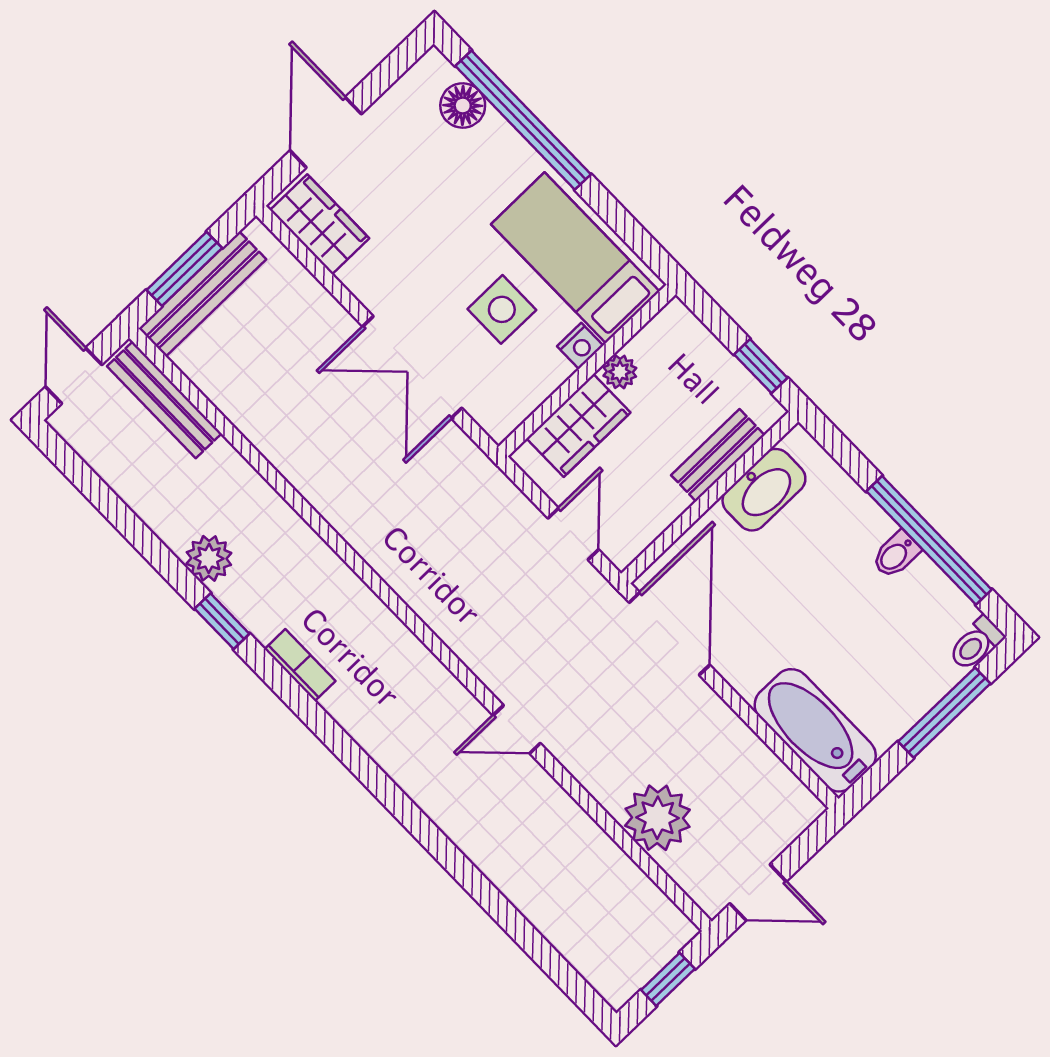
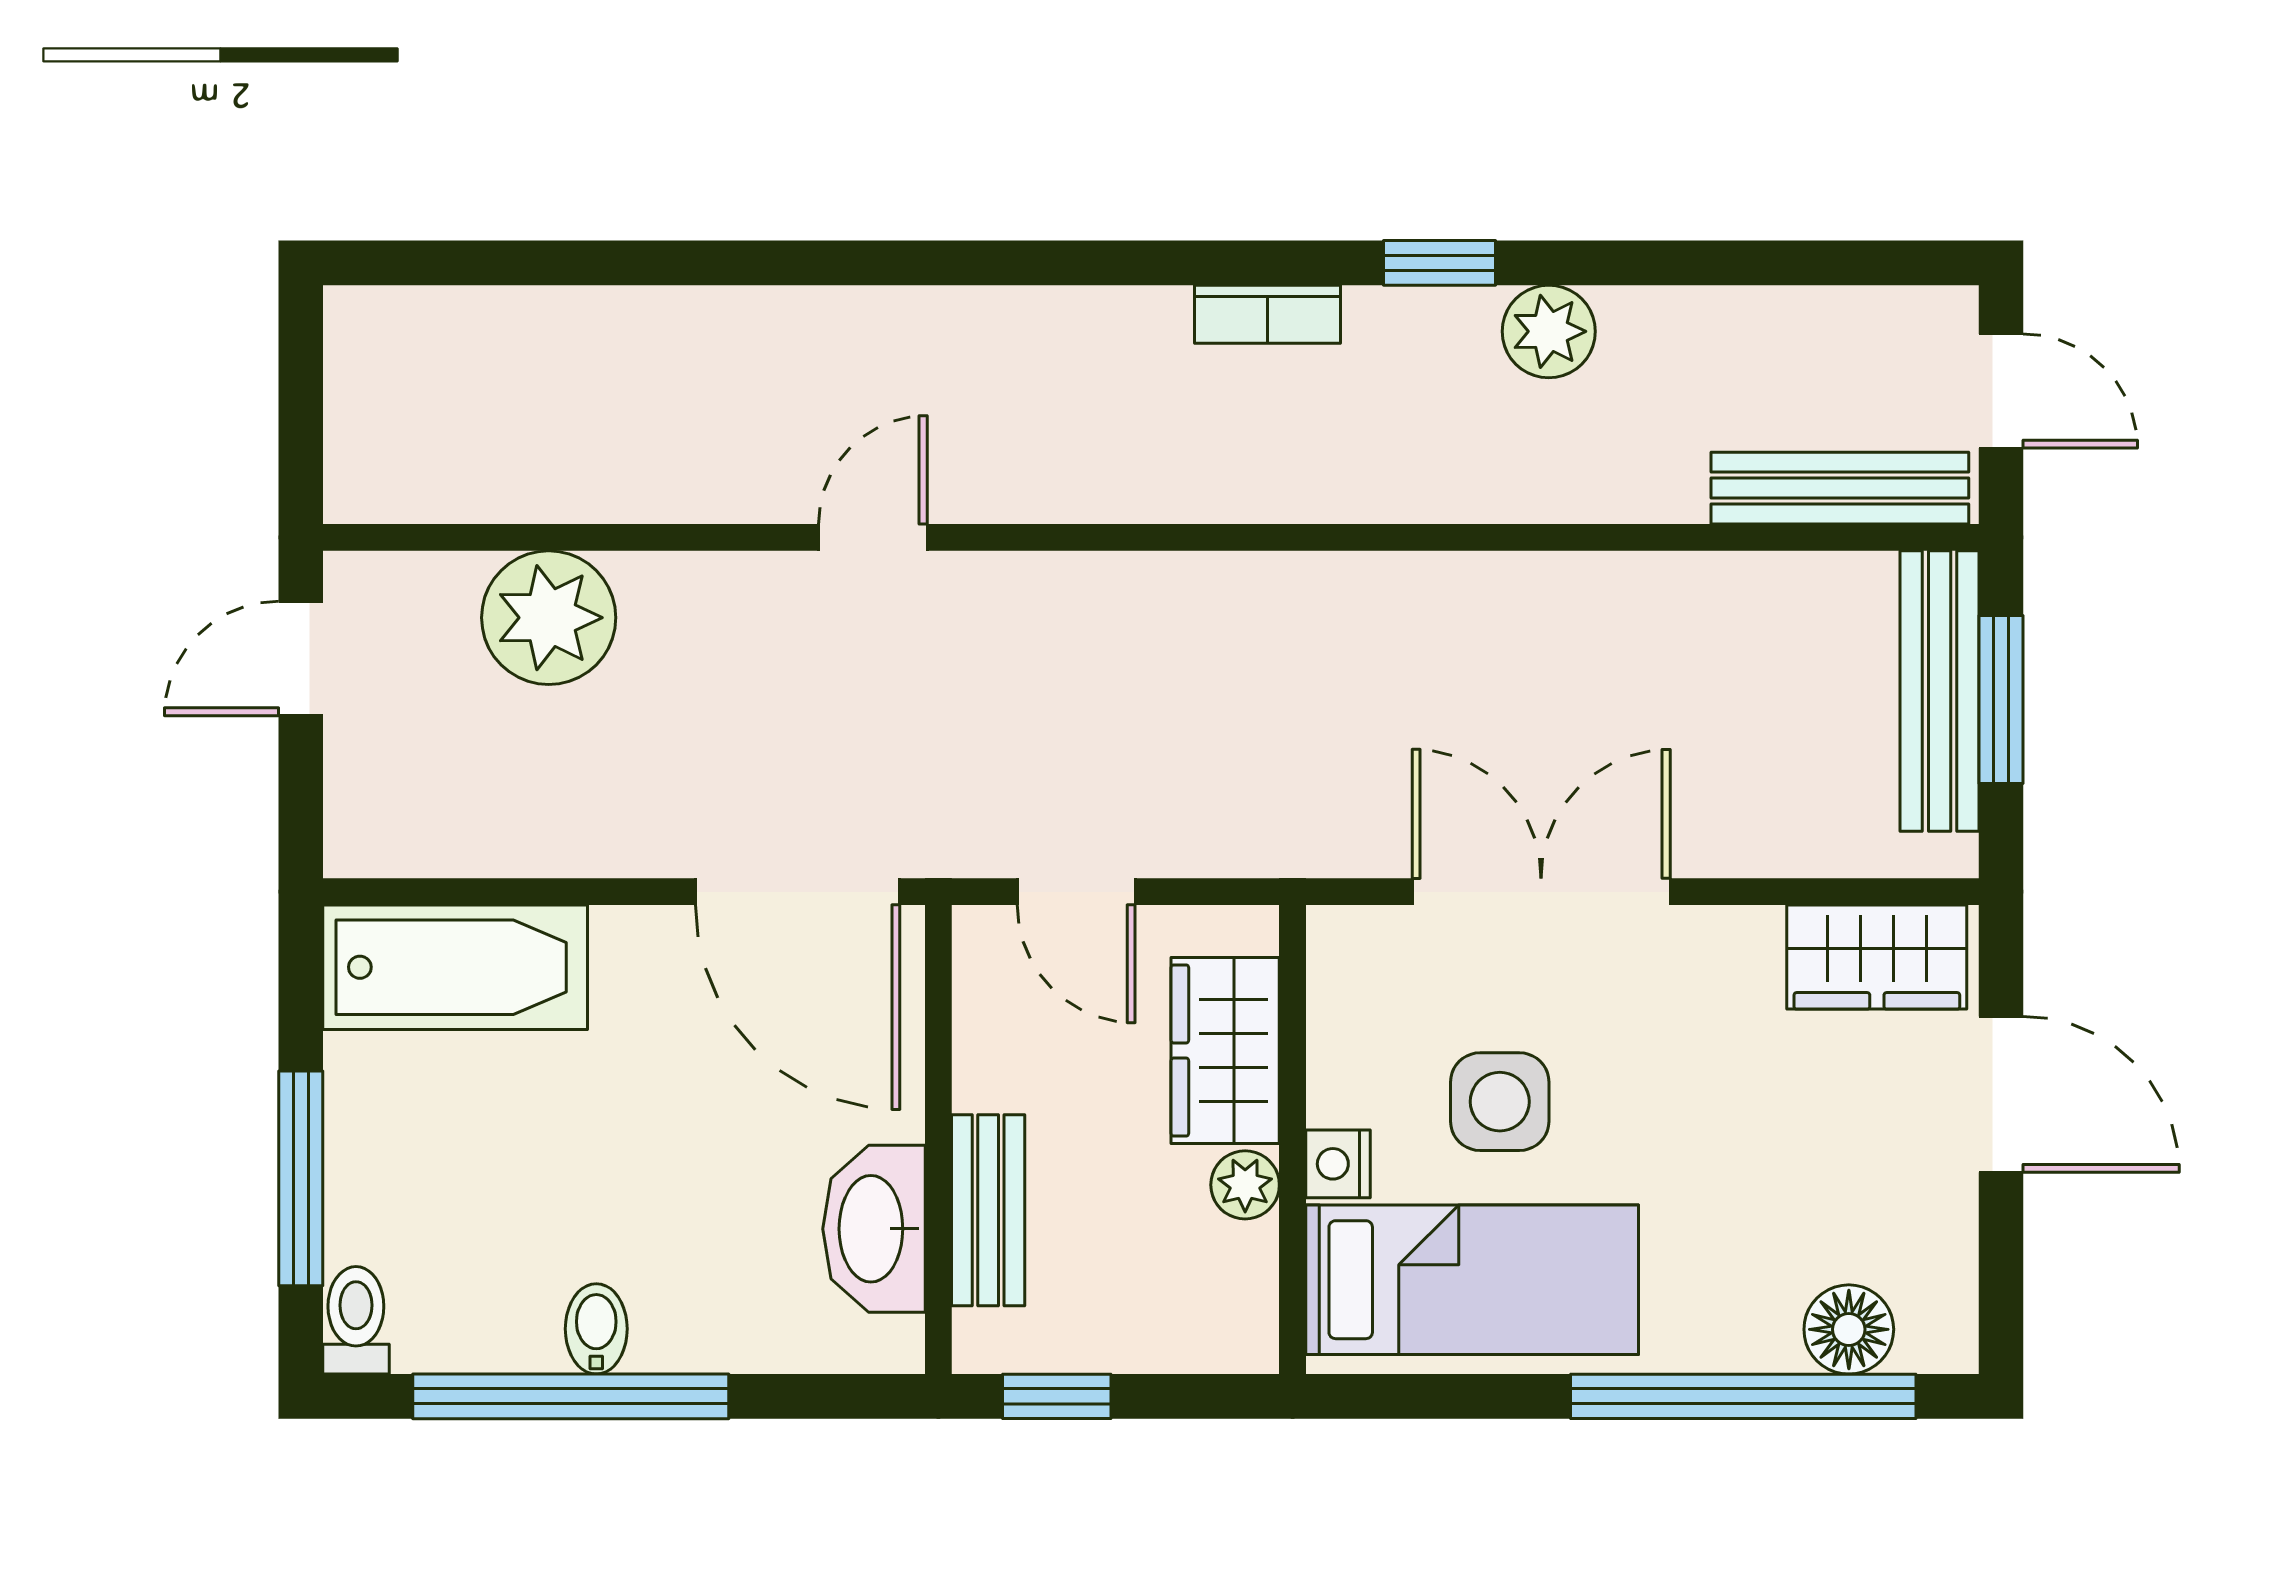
window: (668, 979) -> (301, 407), removed

